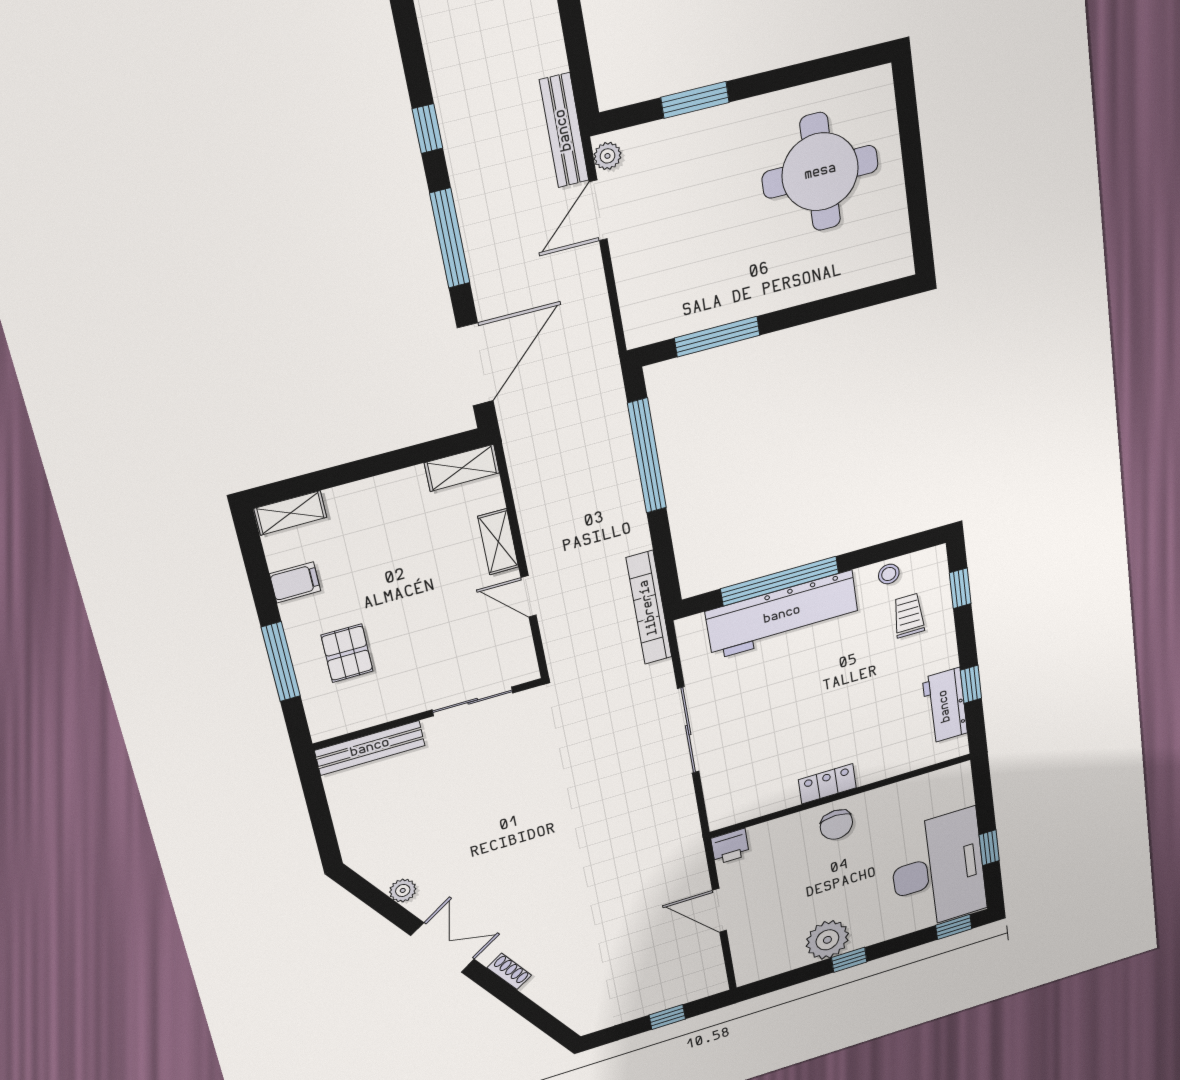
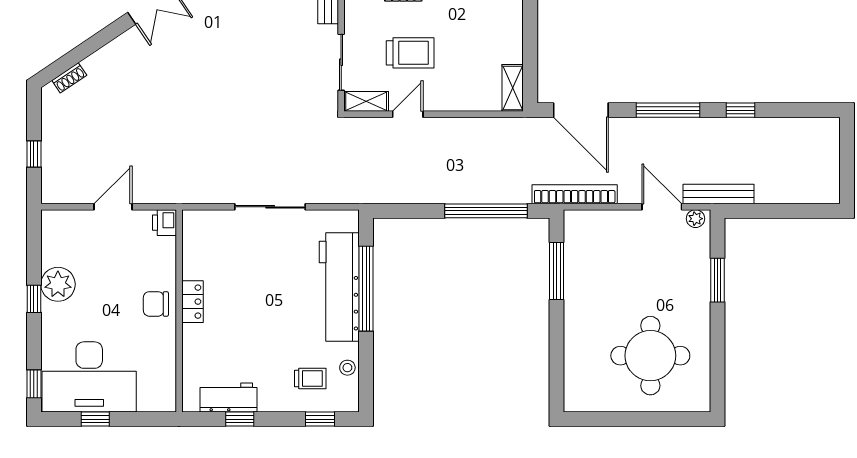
shelving: (498, 542) -> (366, 101), moved
bookcase: (649, 608) -> (575, 194), moved
trolley: (440, 618) -> (410, 53), added
shoe rack: (509, 971) -> (69, 78), moved

